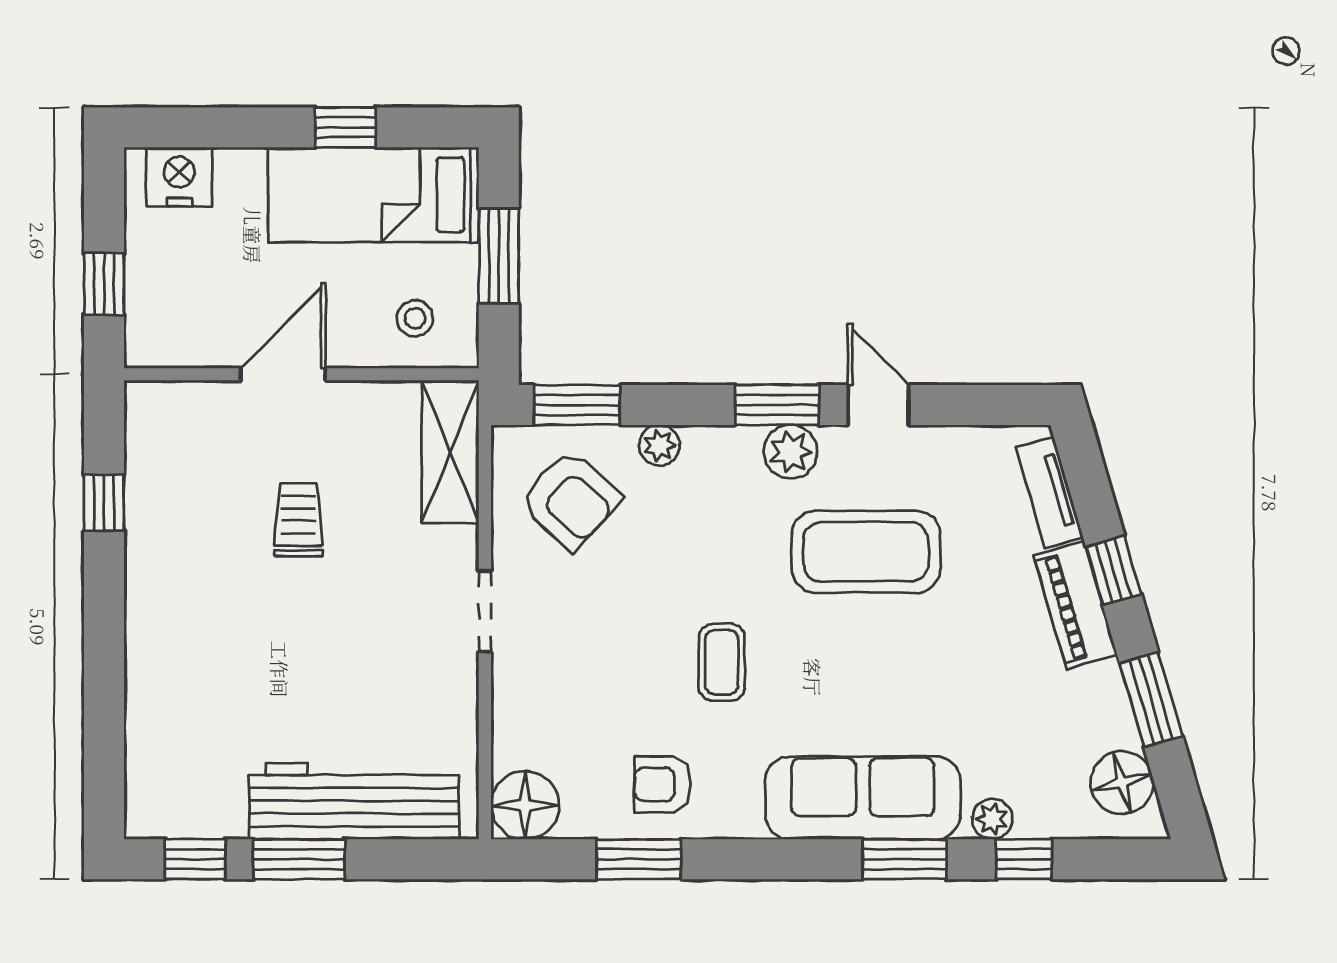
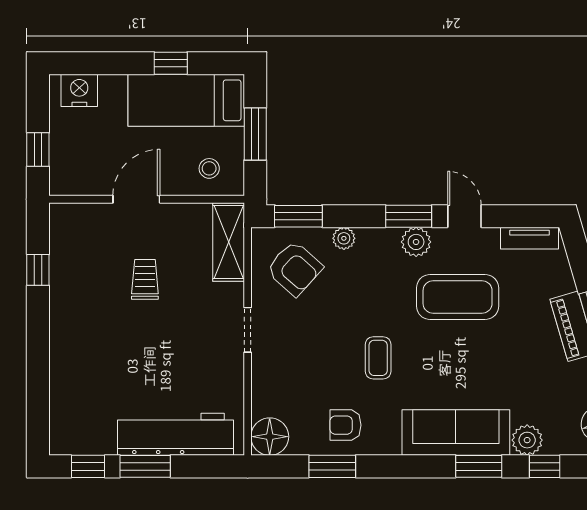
tv unit: (1049, 492) -> (530, 238), moved, turned -74
plant: (992, 819) -> (527, 440), width x1.38, depth x1.38

